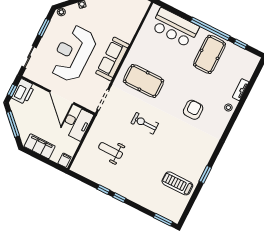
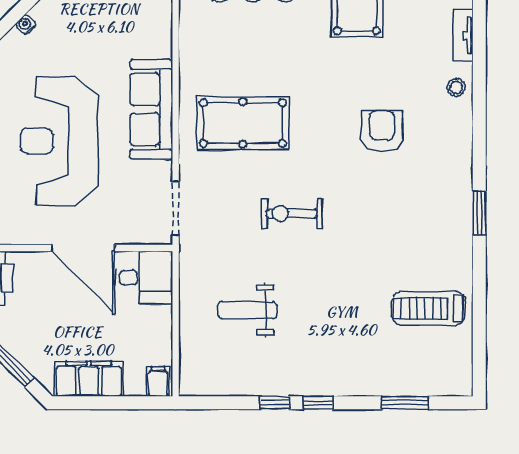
desk: (77, 123) -> (144, 278), width x0.73
window: (205, 174) -> (479, 213), moved
window: (163, 220) -> (405, 403), moved

